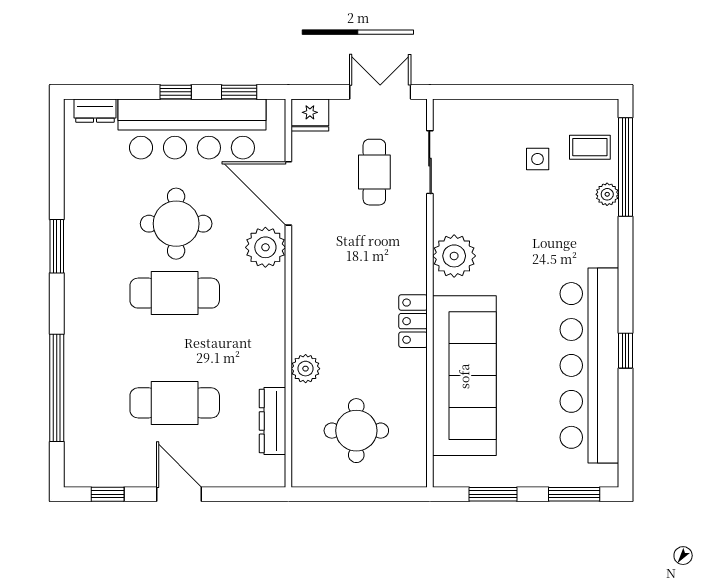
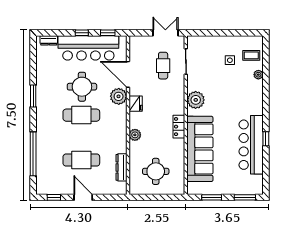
fridge: (310, 115) -> (136, 104), moved, turned -90
window: (625, 167) -> (266, 63), removed
bar counter: (589, 365) -> (251, 145), width x0.73
plant: (306, 369) -> (135, 135), moved

